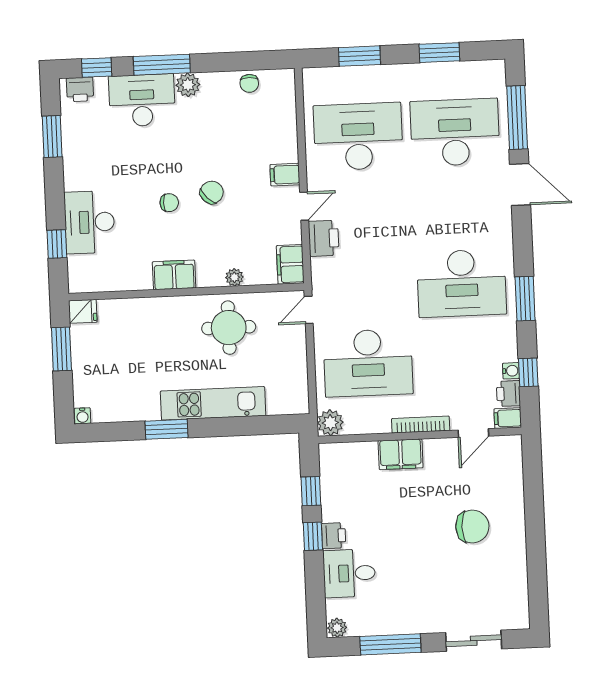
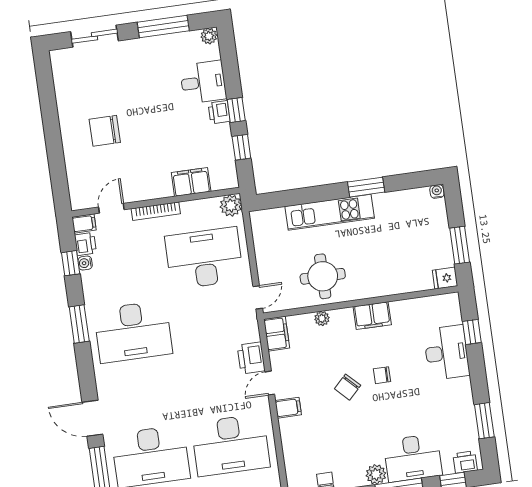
desk: (462, 283) -> (133, 332), turned 180
filing cabinet: (401, 454) -> (191, 182), moved

